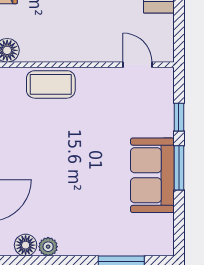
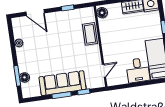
sofa: (152, 175) -> (63, 83), width x1.36
floor lamp: (26, 245) -> (25, 77), moved

